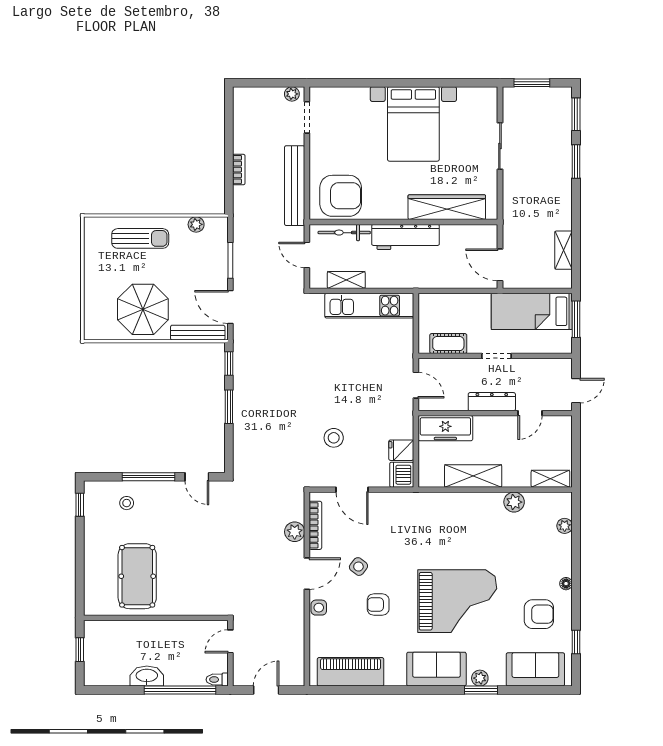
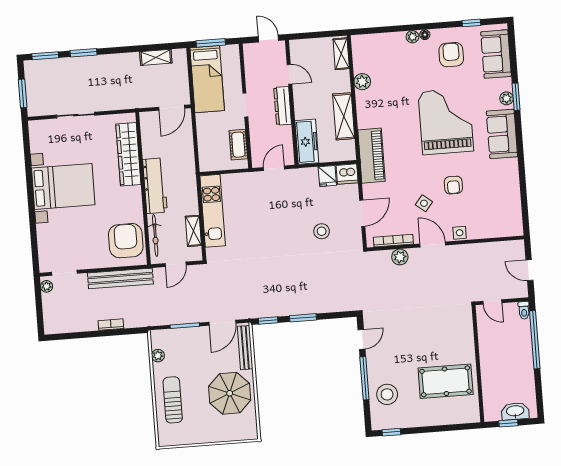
stool: (127, 503) -> (387, 394), width x1.89, depth x1.89
plant: (565, 526) -> (412, 37), moved
piano: (351, 672) -> (371, 156), moved, turned 180
washbasin: (147, 676) -> (515, 411), moved, turned 90

